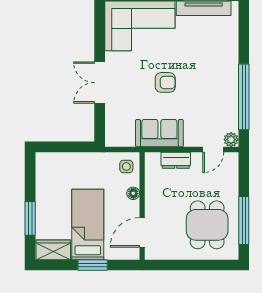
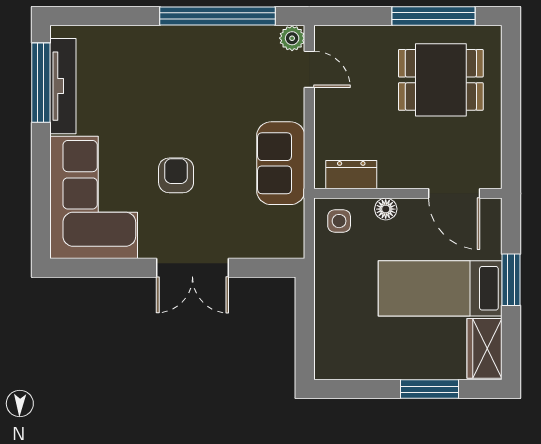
armchair: (165, 82) -> (176, 175), moved
dresser: (176, 160) -> (351, 175), moved, turned -90

